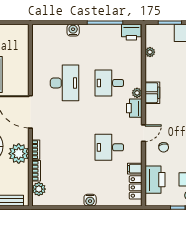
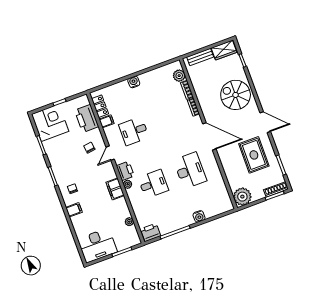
desk: (65, 83) -> (190, 170), turned 180
desk: (109, 147) -> (134, 131), turned 180
plant: (19, 154) -> (242, 197), moved

